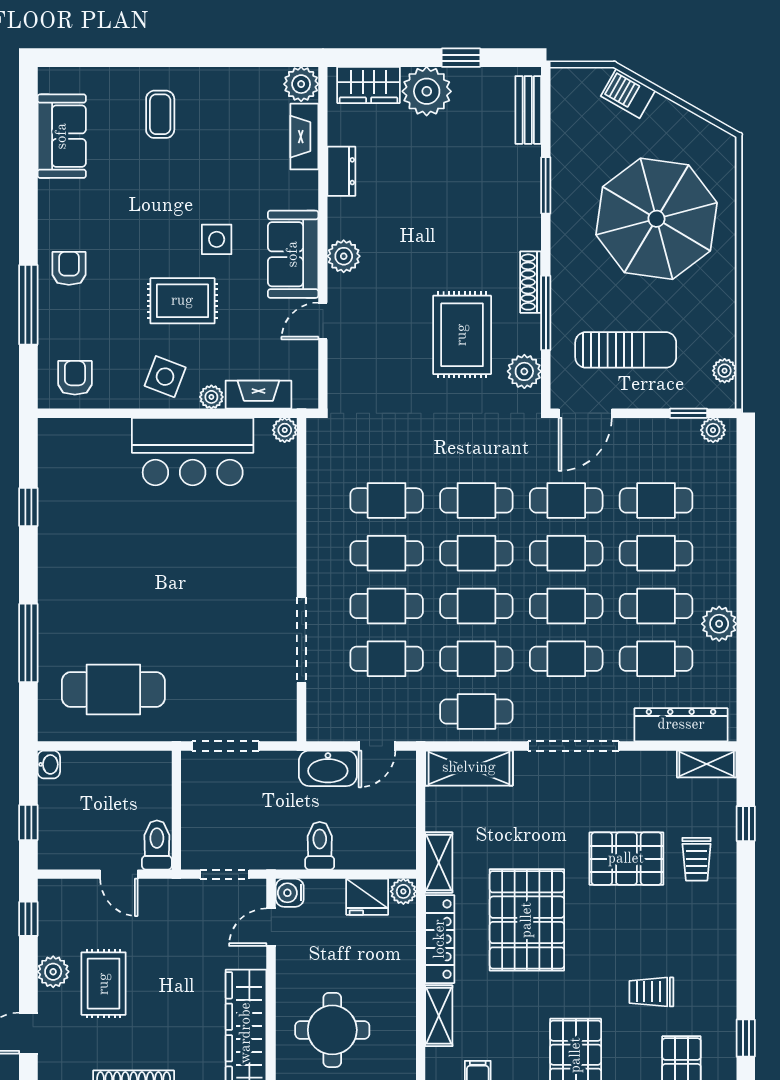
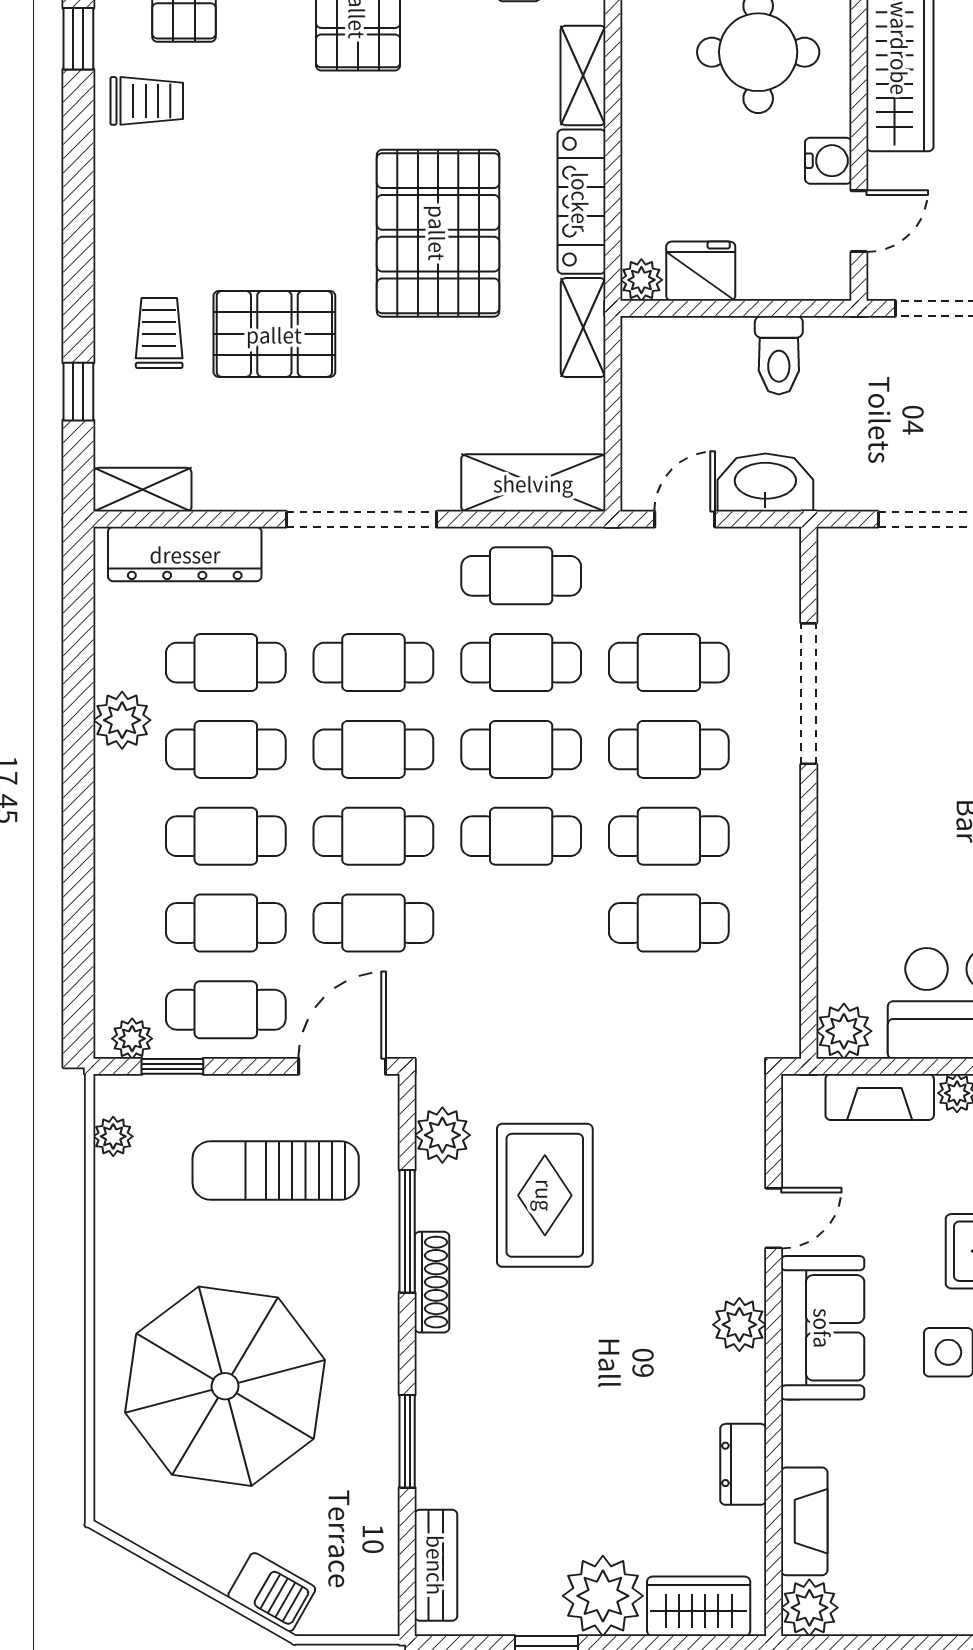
plant: (285, 430) -> (844, 1031), width x1.38, depth x1.38
cafe table: (476, 500) -> (226, 1010), moved
water cooler: (290, 893) -> (828, 161), moved
trolley: (651, 992) -> (147, 101), moved

